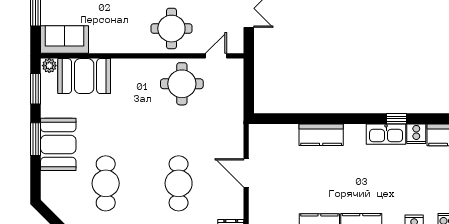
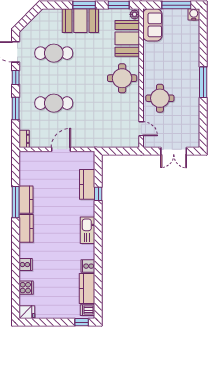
round table: (182, 84) -> (122, 78), moved
window: (396, 119) -> (98, 194), moved
kitchen sink: (386, 134) -> (88, 230), moved
kitchen counter: (321, 135) -> (87, 184), moved

